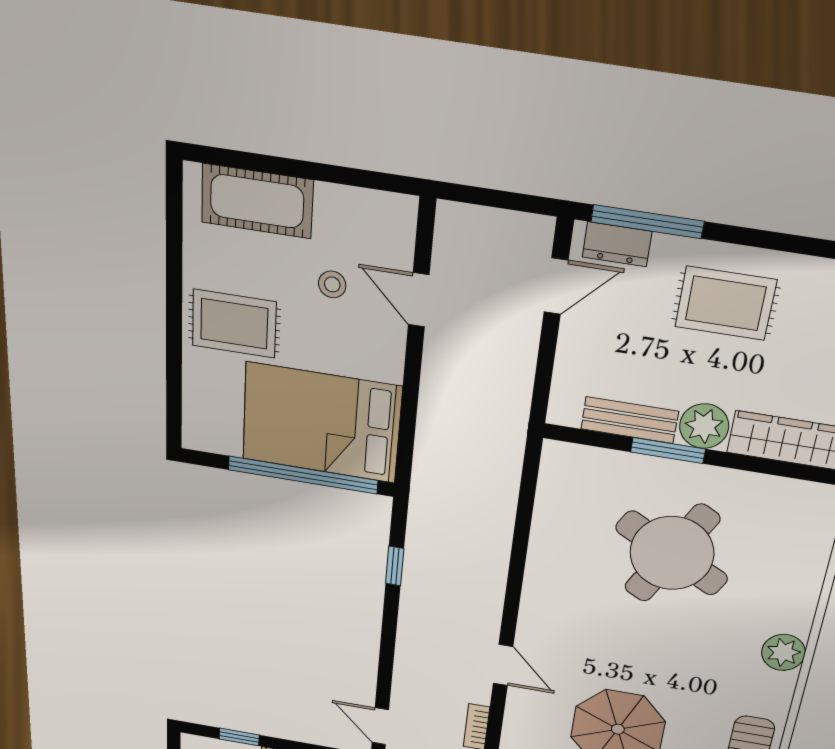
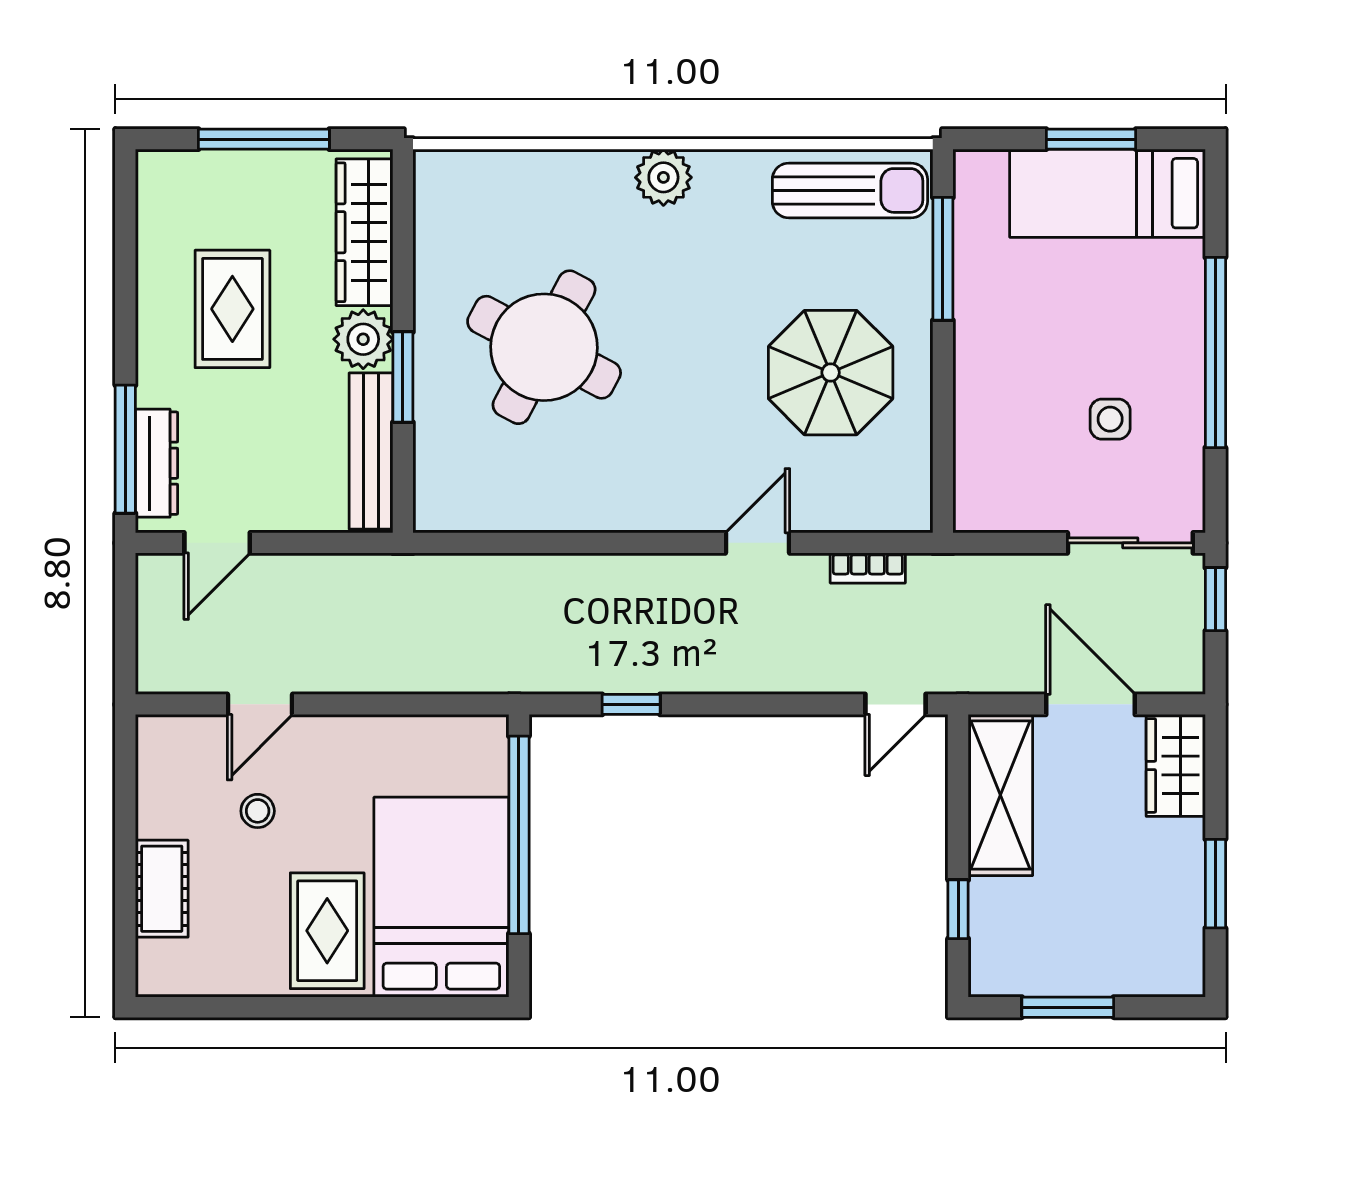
cot: (257, 201) -> (162, 889), width x0.73, depth x0.75
dresser: (617, 244) -> (157, 463), width x1.44
door: (556, 286) -> (217, 543), swing flipped
rug: (726, 303) -> (232, 309), moved
bench: (630, 420) -> (371, 451), width x1.36
bed: (321, 423) -> (441, 897), moved, turned 180

